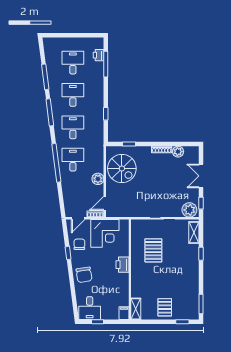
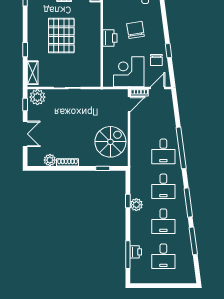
printer: (99, 55) -> (136, 252), moved
spiral stairs: (122, 169) -> (110, 142), turned 90
plant: (98, 179) -> (136, 205), moved
pallet: (153, 250) -> (61, 36), moved, width x1.37, depth x1.41
chair: (84, 275) -> (135, 30), moved

